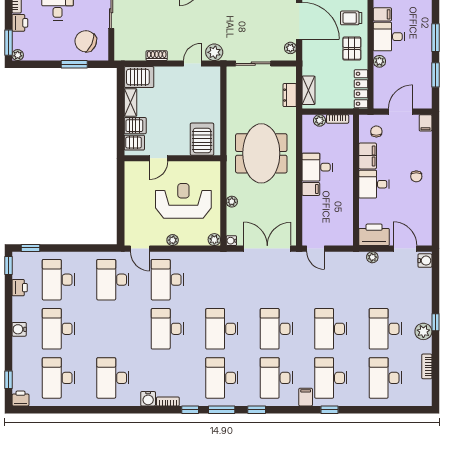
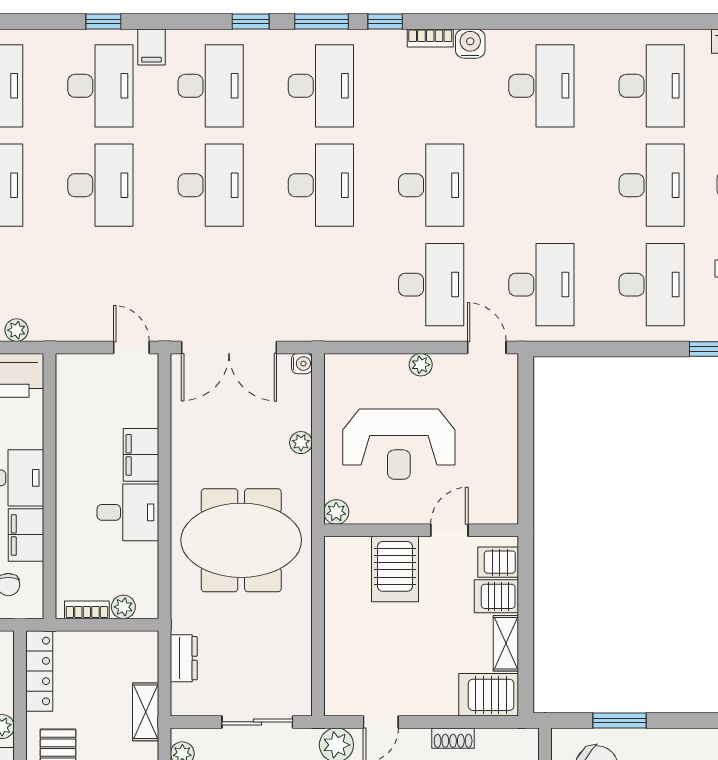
shelving: (309, 90) -> (146, 712), moved
server rack: (202, 139) -> (395, 569), moved
meeting table: (261, 153) -> (241, 540), turned 90
filing cabinet: (311, 189) -> (141, 455), width x2.00
plant: (214, 240) -> (336, 512), moved

